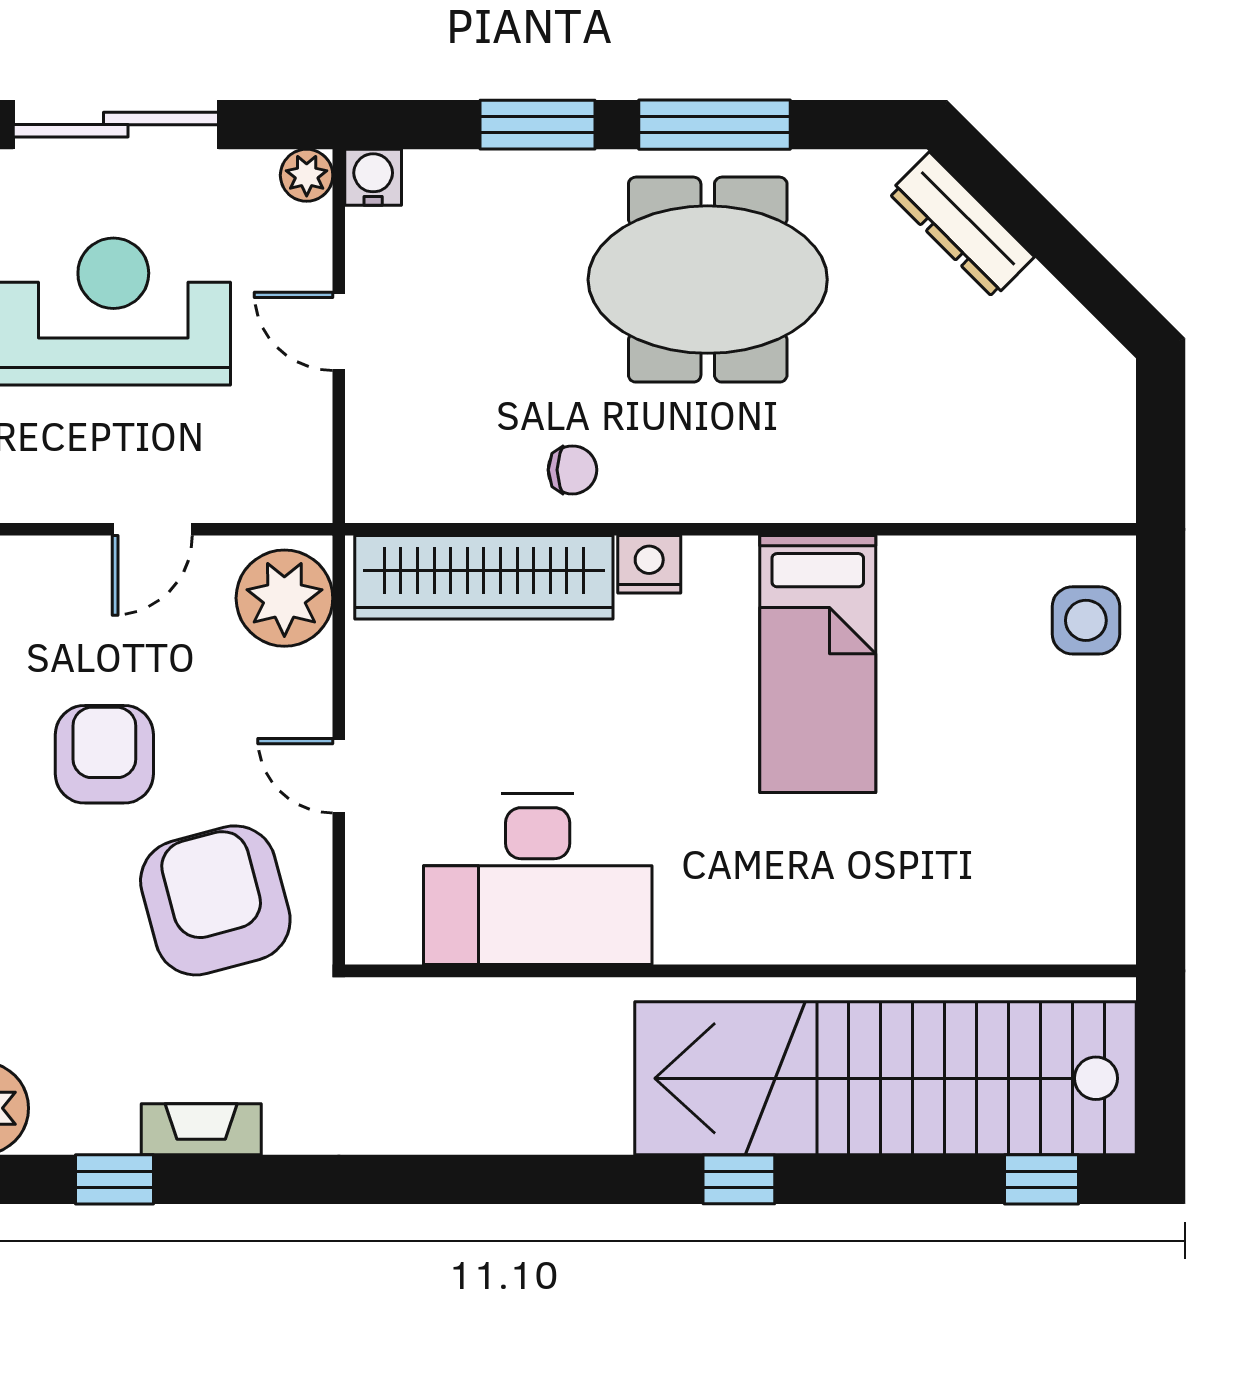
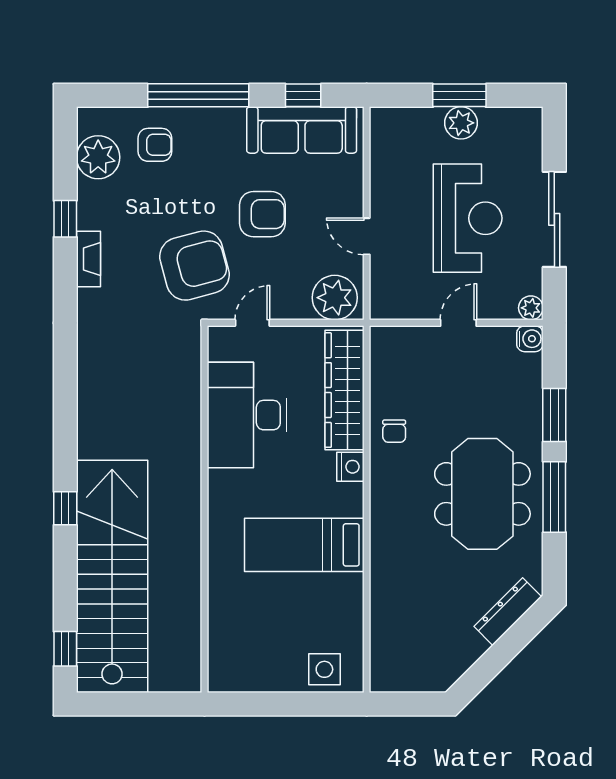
desk: (538, 879) -> (247, 415), moved
wall: (741, 971) -> (204, 509), moved

